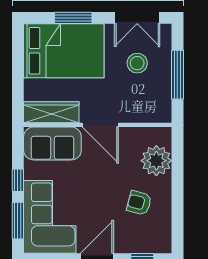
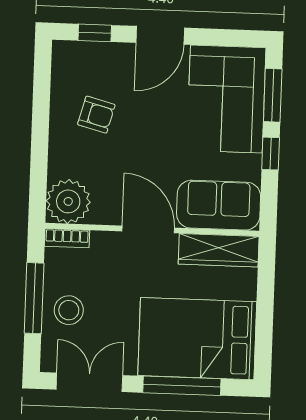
window: (73, 18) -> (182, 386), width x1.44
stool: (137, 63) -> (69, 310), moved
bookcase: (156, 117) -> (67, 238), added
plant: (156, 161) -> (68, 201), moved

